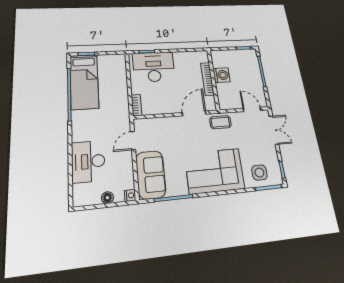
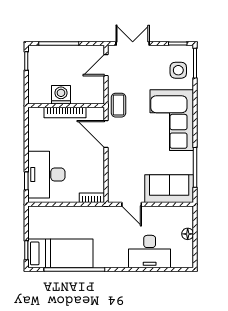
nightstand: (130, 195) -> (188, 211), removed

